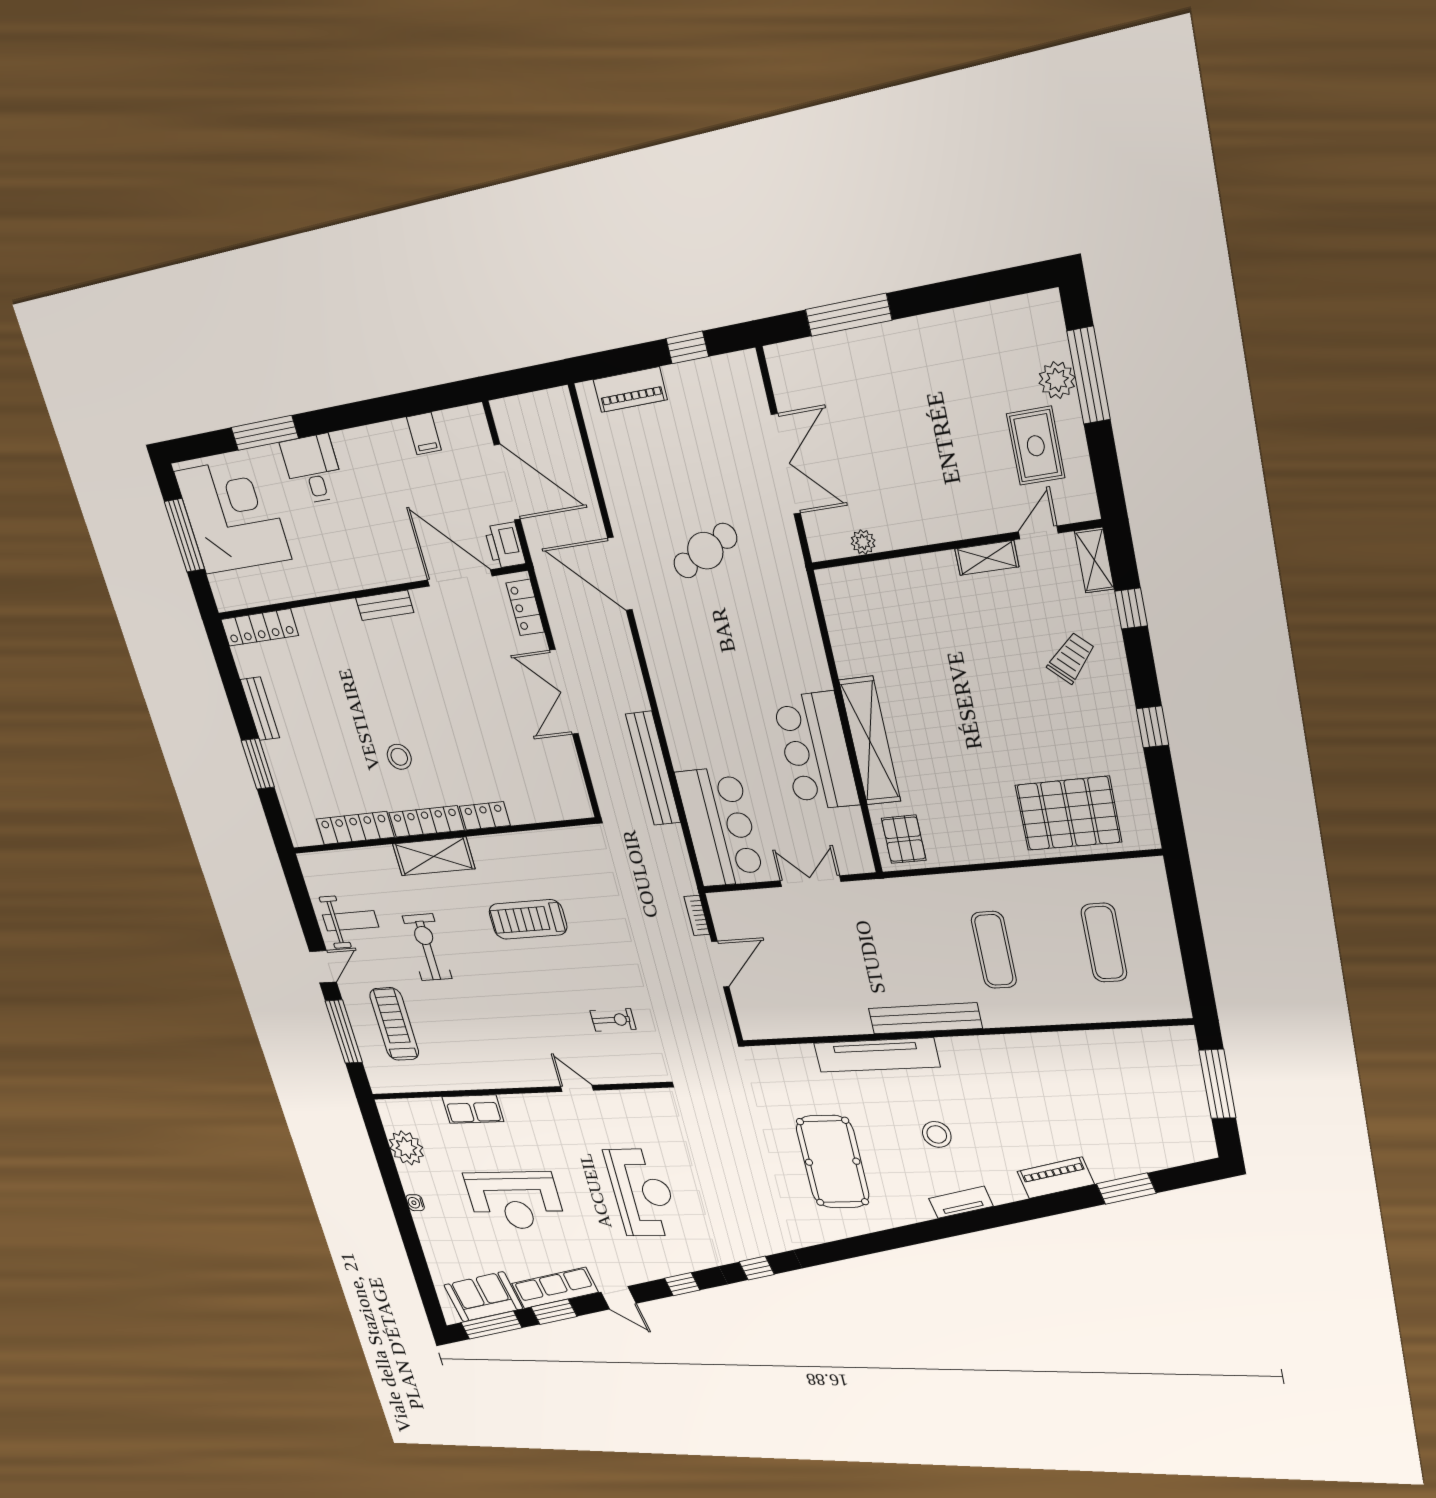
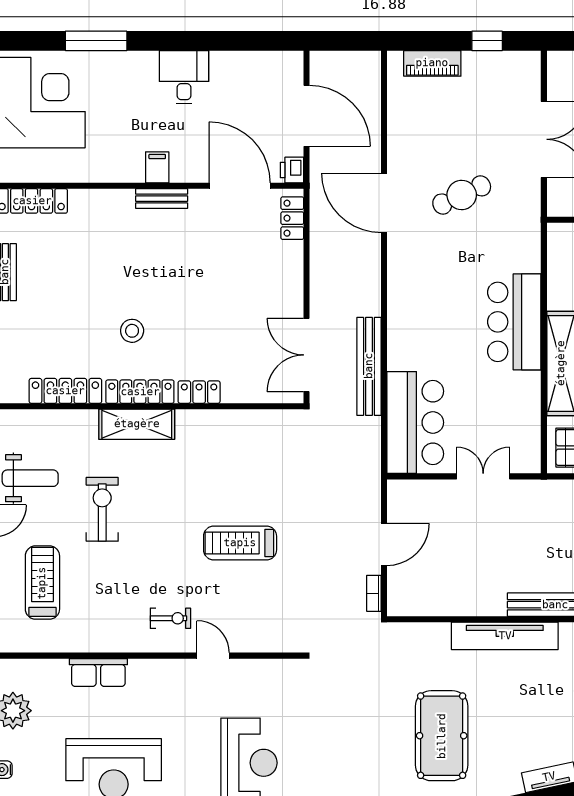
filing cabinet: (424, 434) -> (157, 167), moved, turned 180
desk: (313, 469) -> (184, 77), moved
printer: (505, 545) -> (292, 170), width x0.73, depth x0.81
double door: (564, 692) -> (307, 355), moved
bar counter: (816, 751) -> (514, 322), moved
bookcase: (697, 915) -> (374, 593), moved
treadmill: (528, 919) -> (240, 543), moved
exercise bike: (613, 1020) -> (170, 618), moved
stool: (937, 1134) -> (542, 712), removed

